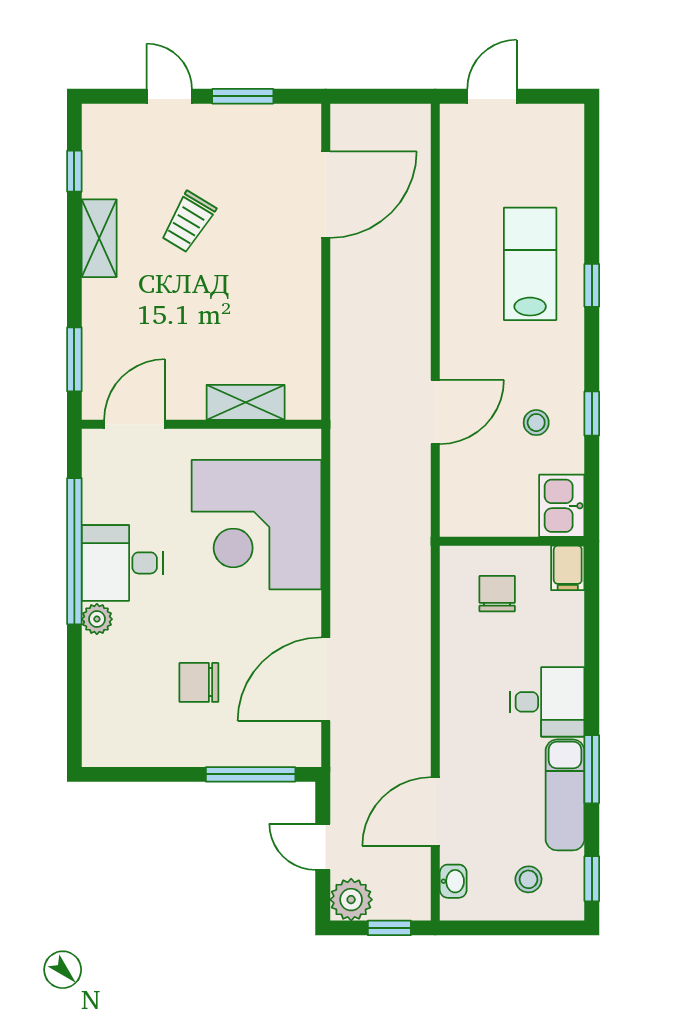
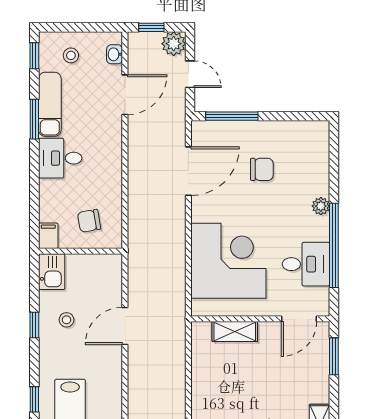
desk: (123, 563) -> (306, 264), moved
chair: (497, 594) -> (89, 221), turned 80

